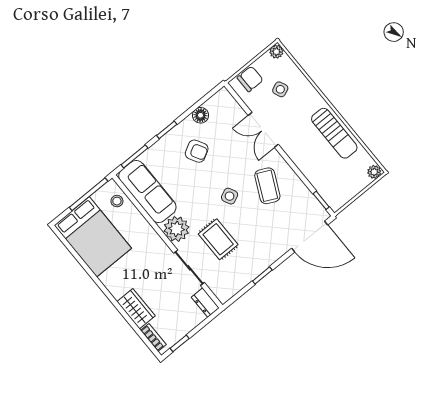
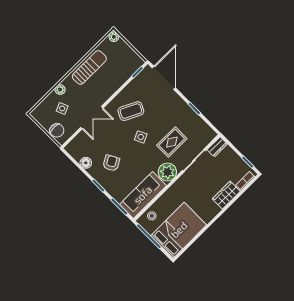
plant: (276, 52) -> (60, 90), moved
chair: (250, 79) -> (57, 130), turned 180

